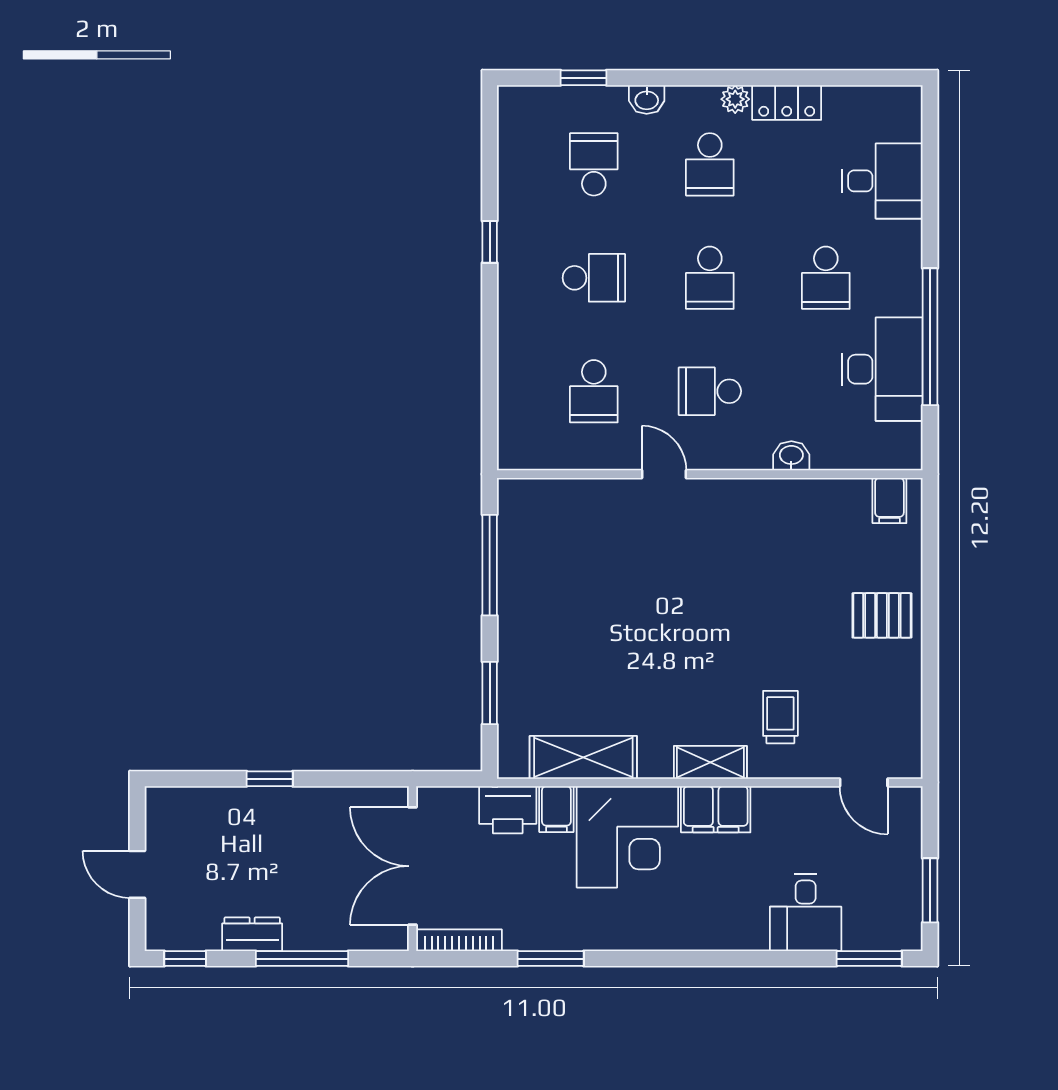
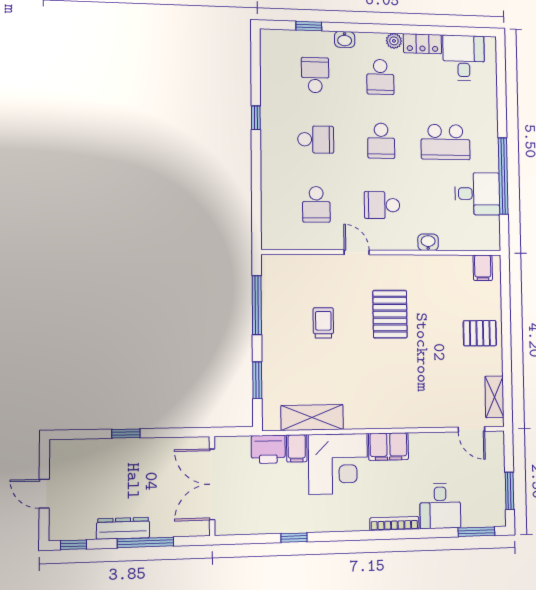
desk: (882, 181) -> (464, 58), moved, turned -90
school desk: (826, 278) -> (446, 142), width x1.85
desk: (882, 369) -> (477, 194), width x0.73
pallet: (721, 581) -> (390, 314), added
trolley: (780, 717) -> (323, 323), moved
shelving: (710, 762) -> (494, 397), moved, turned 90
dresser: (252, 934) -> (123, 528), width x1.44
bookcase: (459, 940) -> (394, 524), moved
window: (551, 959) -> (294, 538), width x0.67

